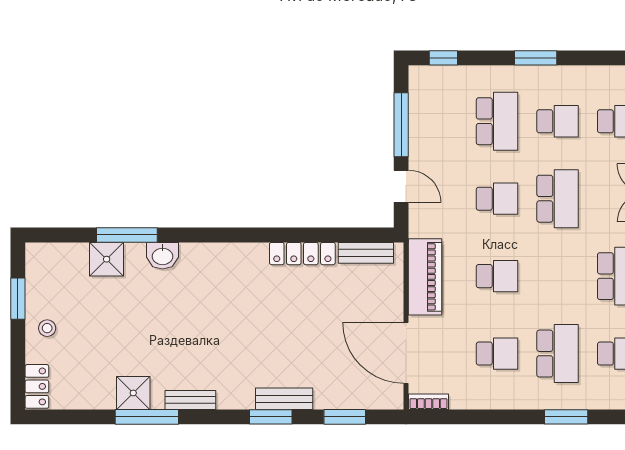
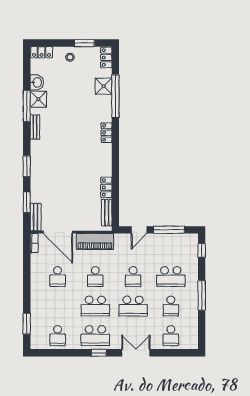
window: (536, 58) -> (202, 295), width x1.44
window: (127, 235) -> (115, 96), width x1.46
locker: (202, 253) -> (107, 133), added
locker: (48, 254) -> (106, 58), added
locker: (302, 254) -> (106, 187), width x0.66
washbasin: (162, 256) -> (37, 82), moved, turned 180
door: (406, 353) -> (58, 232), swing flipped
school desk: (558, 354) -> (95, 306), moved
bench: (284, 399) -> (36, 217), moved
window: (566, 417) -> (27, 324), moved

